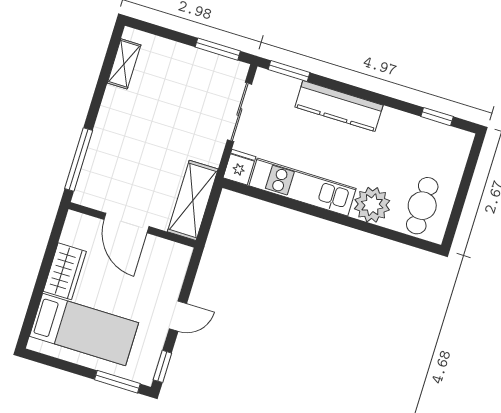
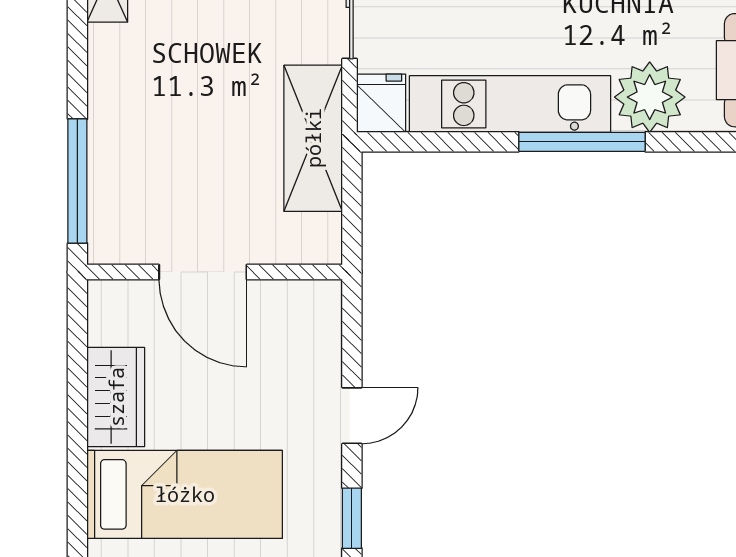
shelving: (193, 200) -> (313, 138), moved
window: (332, 216) -> (582, 142), added

